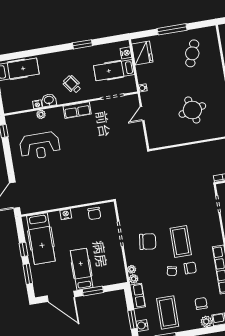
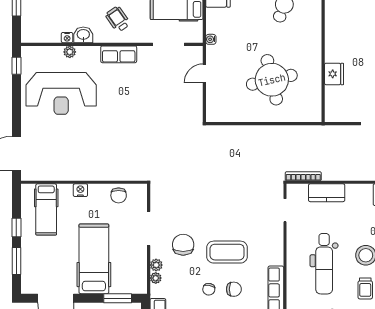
round table: (192, 110) -> (272, 80), width x1.36, depth x1.36
reception desk: (40, 146) -> (61, 93), width x1.36, depth x1.30
hospital bed: (41, 239) -> (46, 209), width x0.73, depth x0.78
chair: (148, 242) -> (183, 245), turned -97
coffee table: (181, 242) -> (227, 252), turned 90
hospital bed: (82, 269) -> (94, 259), width x1.37, depth x1.29
plant: (134, 279) -> (156, 265), moved
window: (93, 291) -> (118, 298), moved

